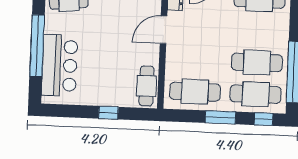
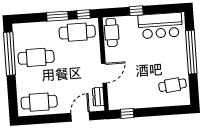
bar counter: (60, 65) -> (160, 26), moved, turned -90
cafe table: (256, 94) -> (35, 35), removed
window: (263, 119) -> (84, 14), moved

